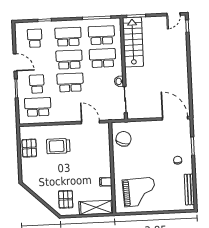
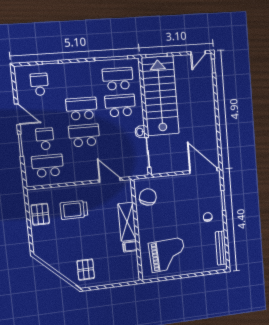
school desk: (68, 37) -> (79, 82), removed
stairs: (133, 42) -> (160, 96), width x1.36, depth x1.51
shelving: (96, 207) -> (127, 222), moved, turned 90

